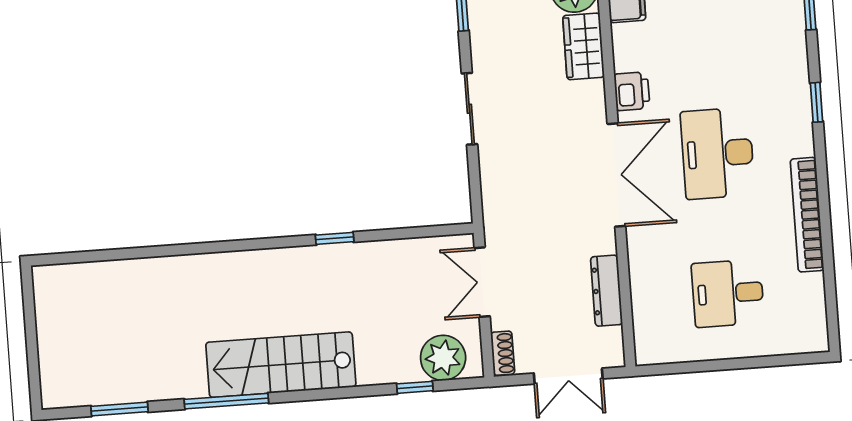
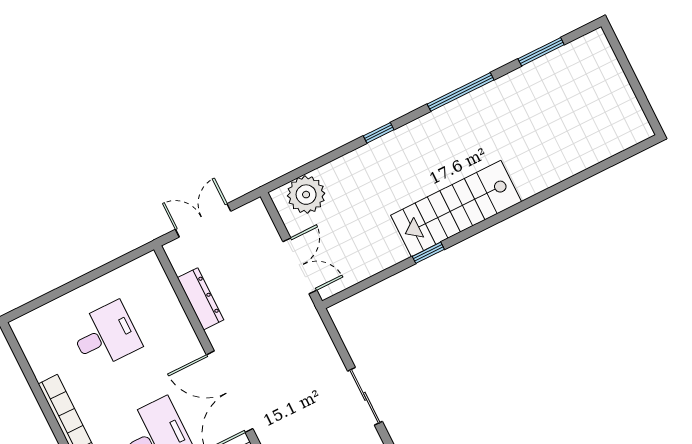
shoe rack: (503, 353) -> (261, 217), removed
stairs: (281, 365) -> (456, 209), moved, turned 180
window: (415, 387) -> (379, 133), moved

